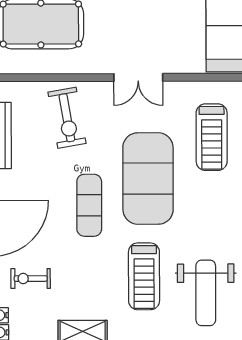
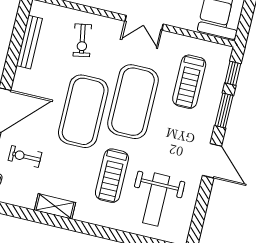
exercise bike: (67, 118) -> (82, 40), width x0.73, depth x0.72
exercise mat: (89, 205) -> (83, 111), width x2.00, depth x1.45

